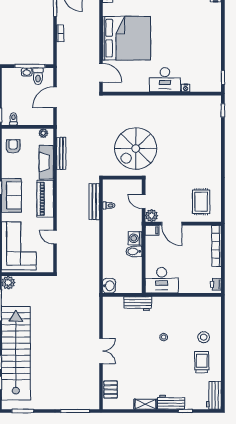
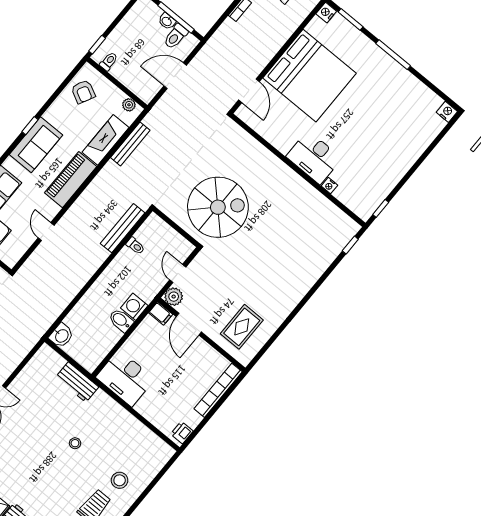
armchair: (13, 146) -> (83, 92), turned 117
spiral stairs: (136, 149) -> (218, 207), turned 180

